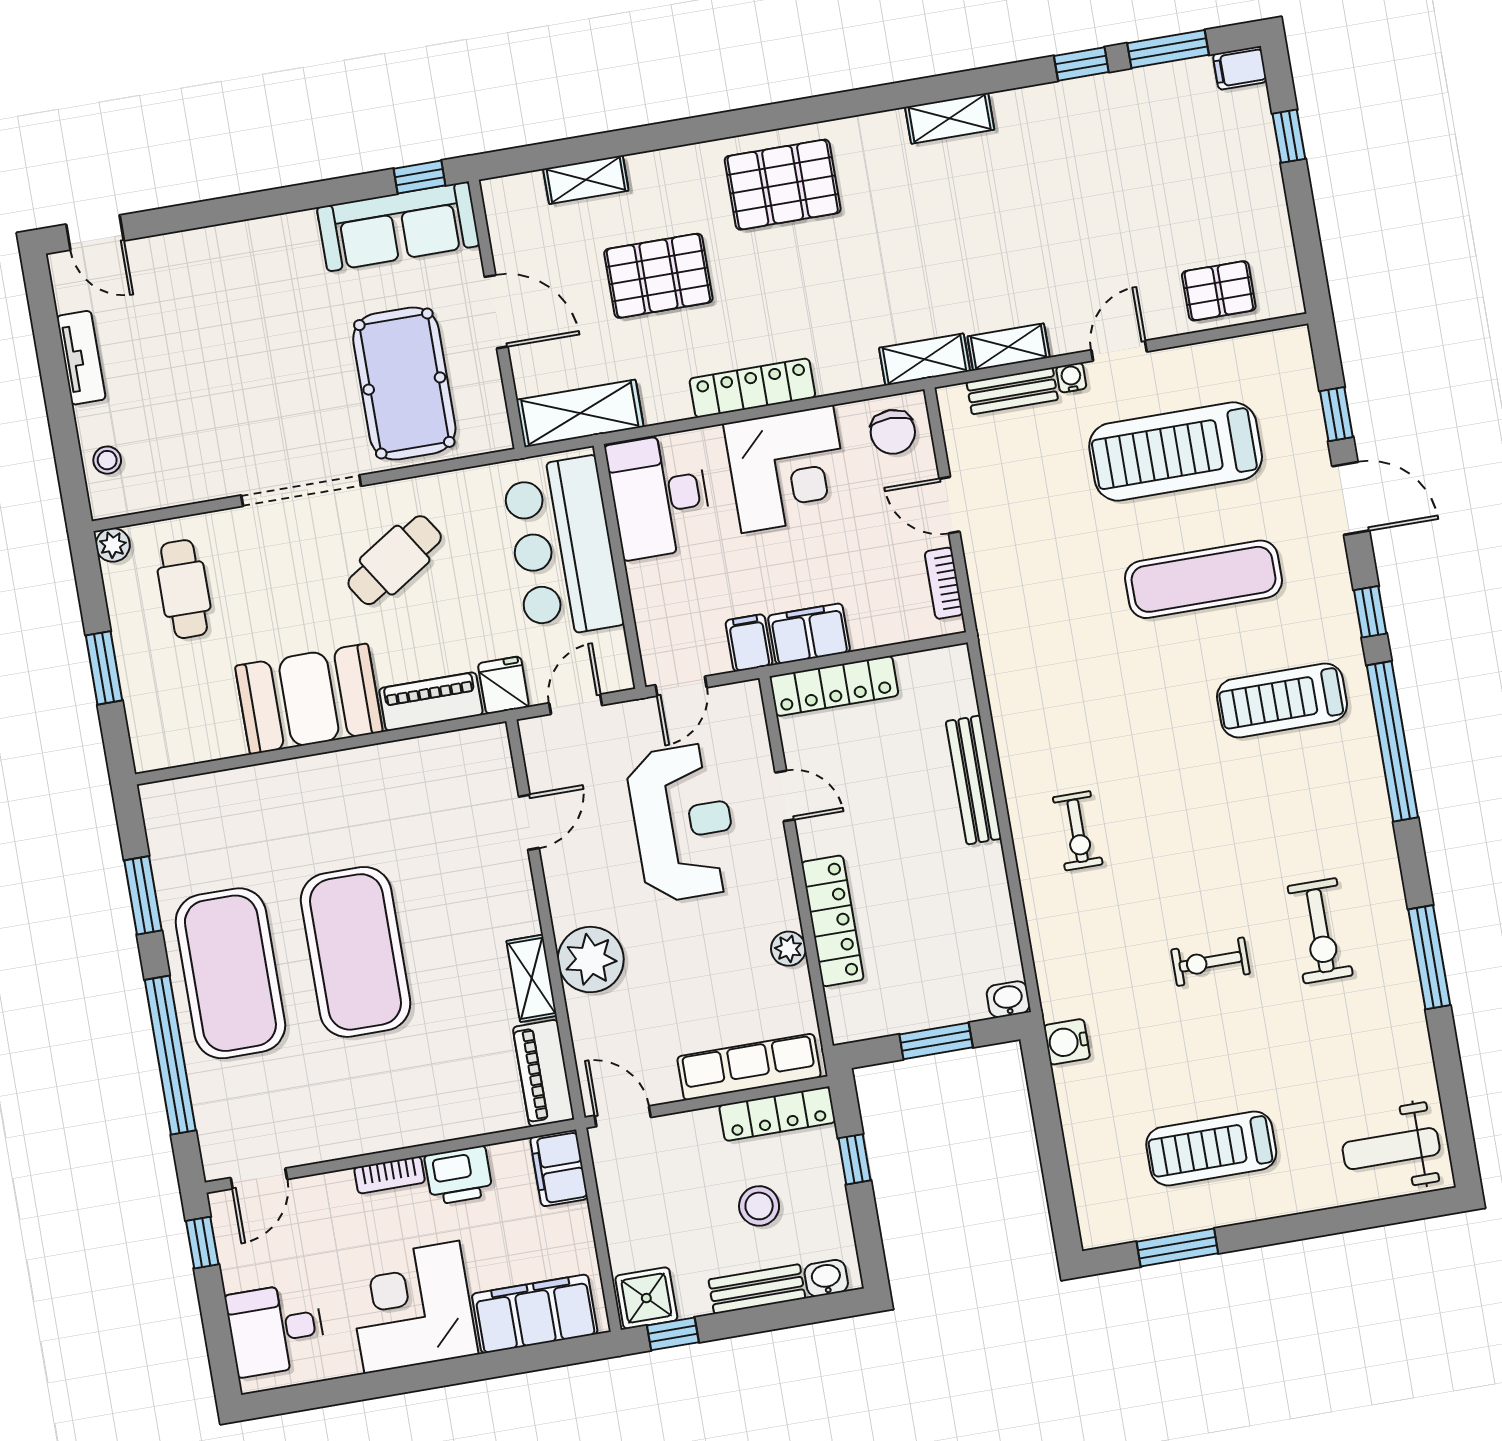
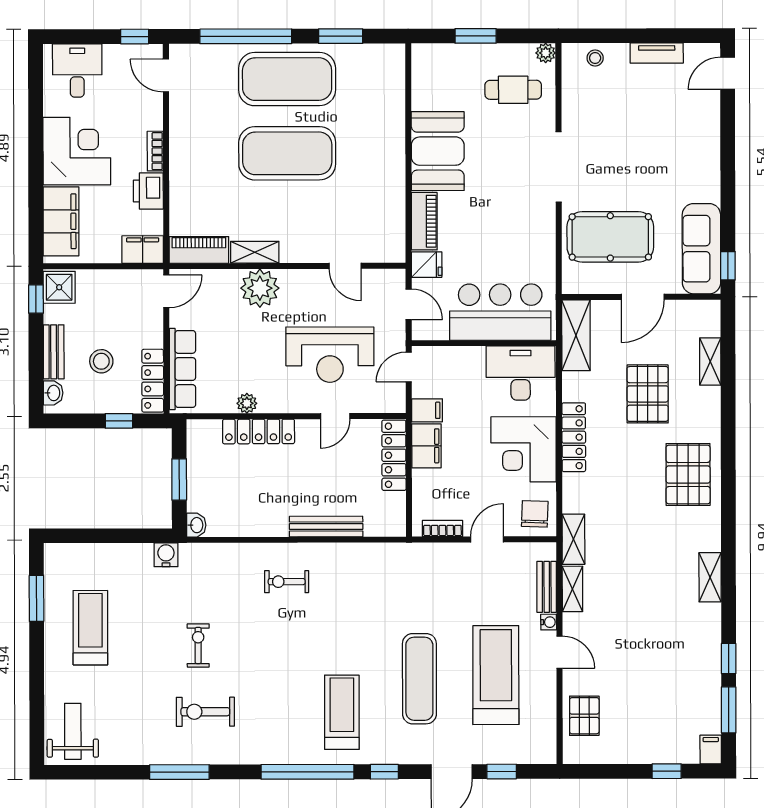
chair: (893, 432) -> (535, 514), turned 92
cafe table: (395, 560) -> (509, 214), removed
door: (681, 686) -> (409, 367), hinge flipped

